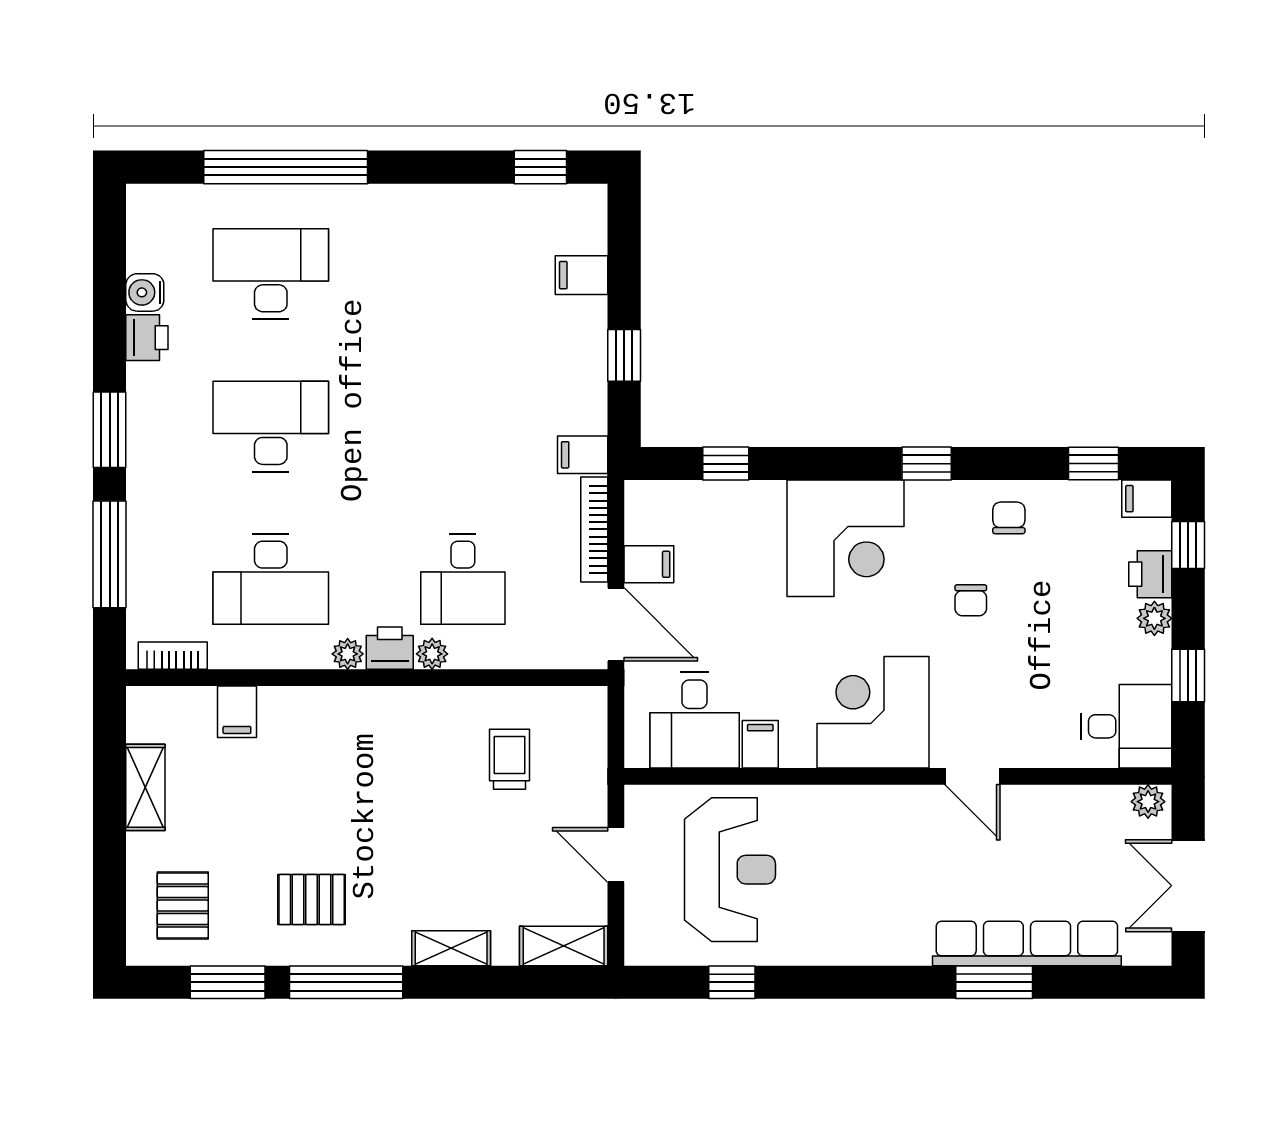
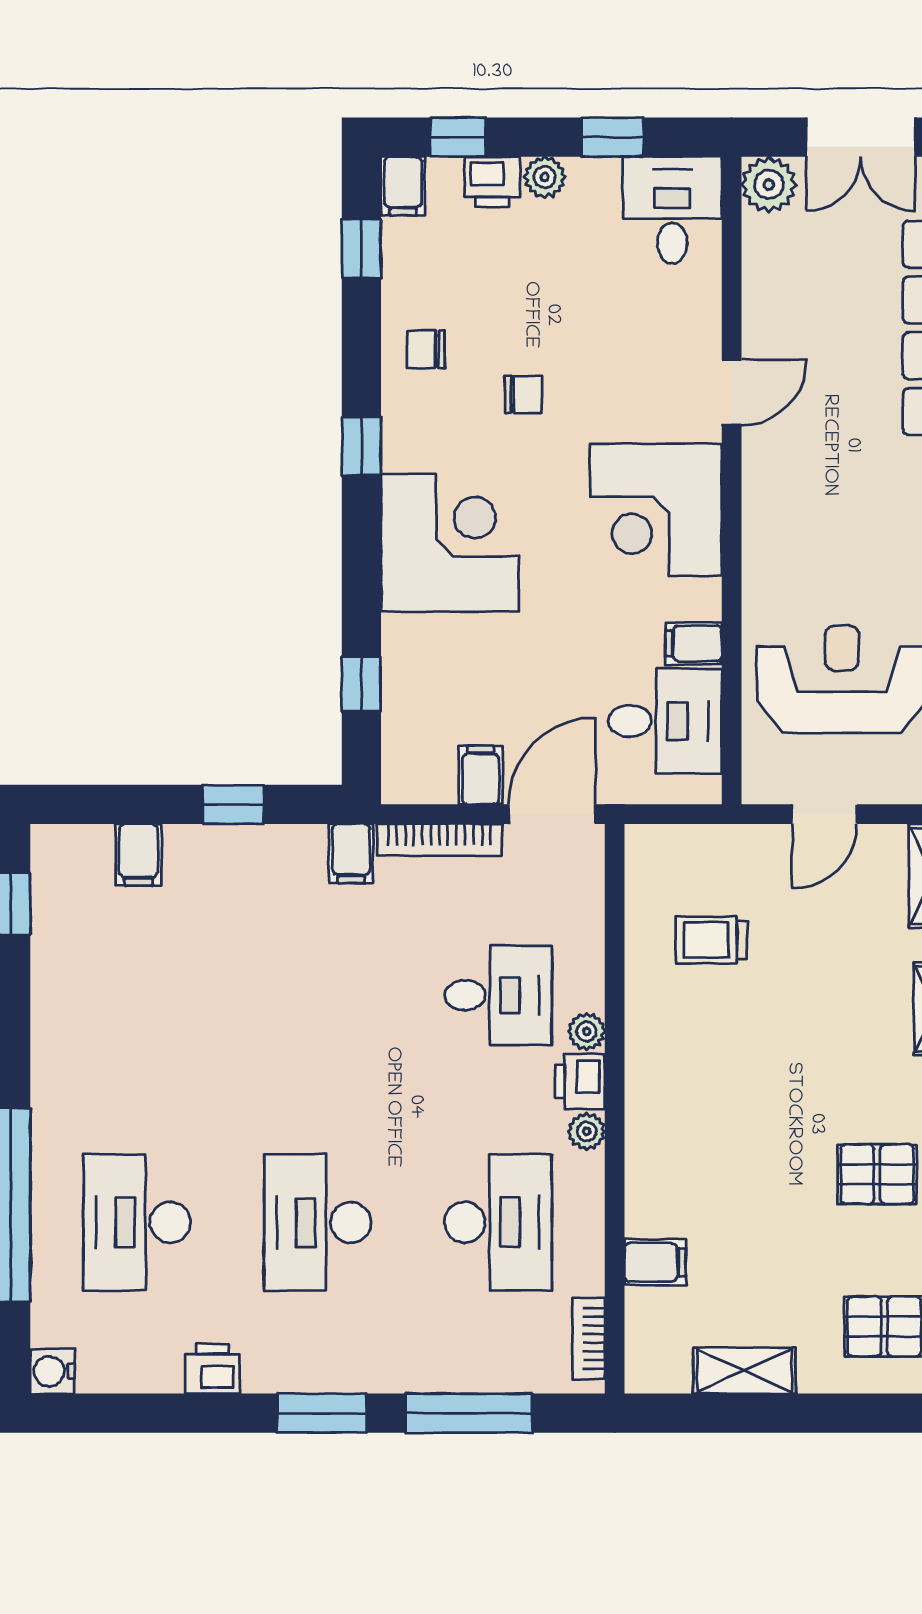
water cooler: (145, 292) -> (53, 1371), moved, turned 90
plant: (1148, 802) -> (769, 185), width x1.38, depth x1.38
pallet: (312, 900) -> (877, 1174), turned 90

